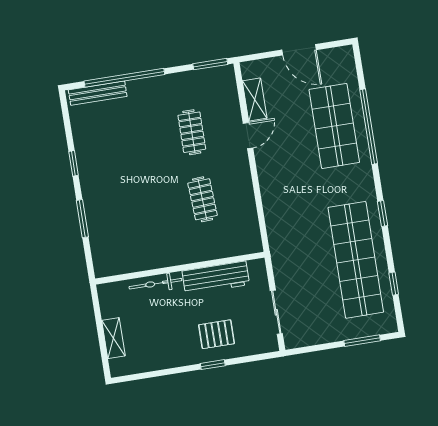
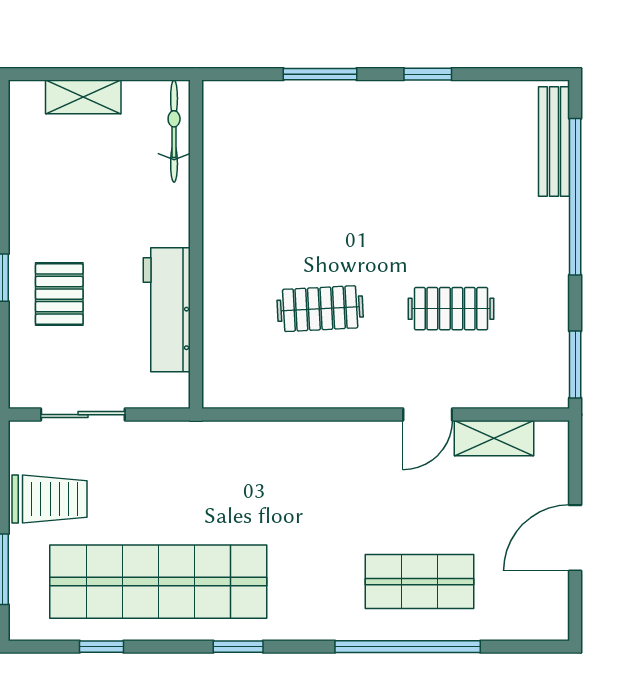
shop shelf: (334, 126) -> (419, 582), width x0.70, depth x0.74
door: (248, 136) -> (428, 415), hinge flipped
bicycle: (155, 284) -> (174, 131), moved
trolley: (322, 322) -> (50, 499), added

